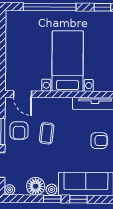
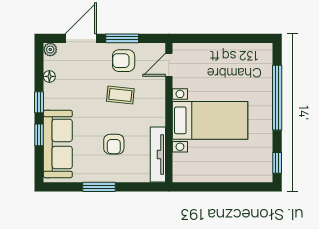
armchair: (99, 141) -> (114, 144), moved
floor lamp: (36, 186) -> (49, 76), width x0.53, depth x0.53
plant: (52, 189) -> (51, 101), removed

